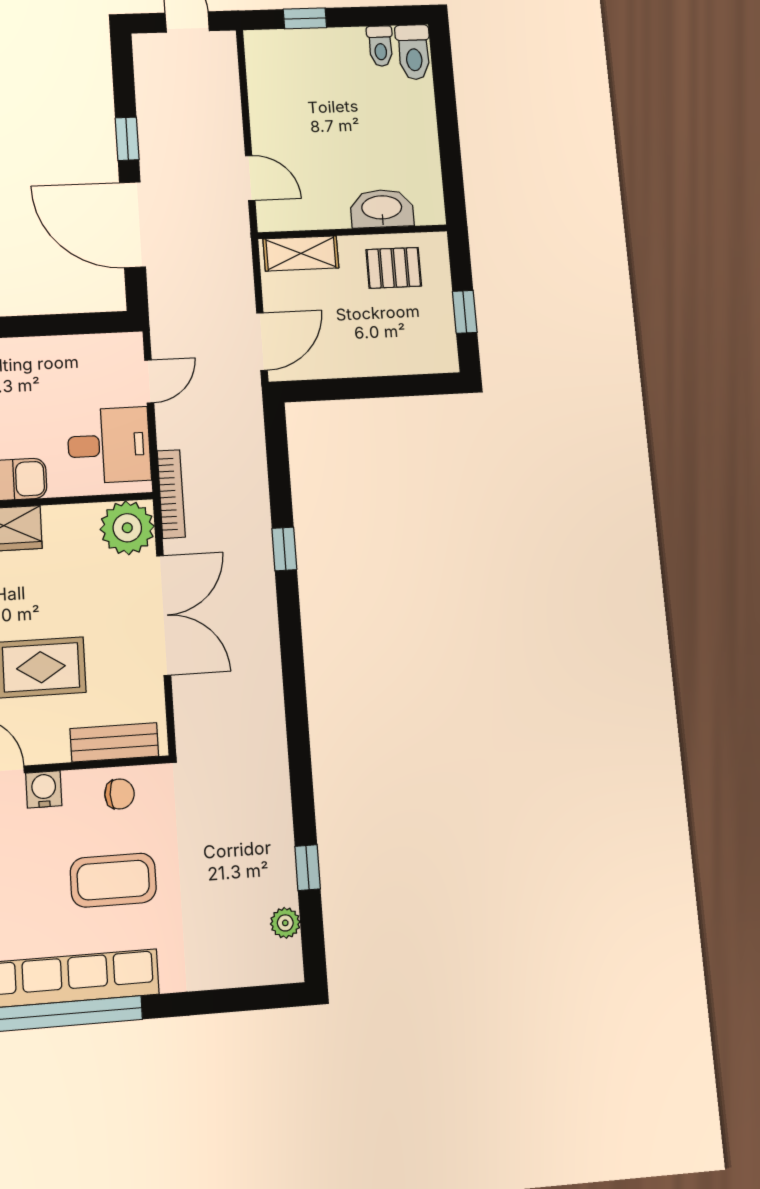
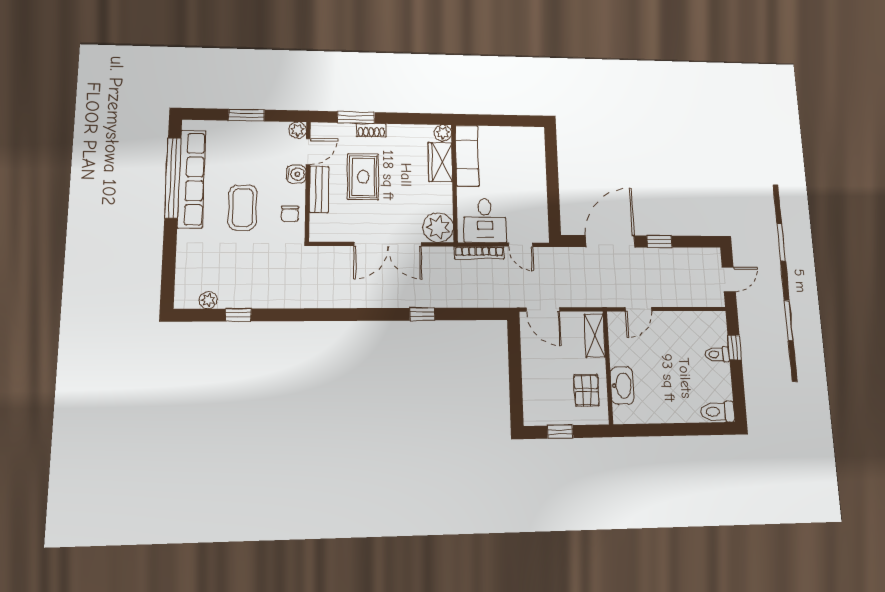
toilet: (380, 46) -> (717, 354), moved
bookcase: (171, 494) -> (479, 253), moved
bench: (114, 742) -> (319, 189), moved

